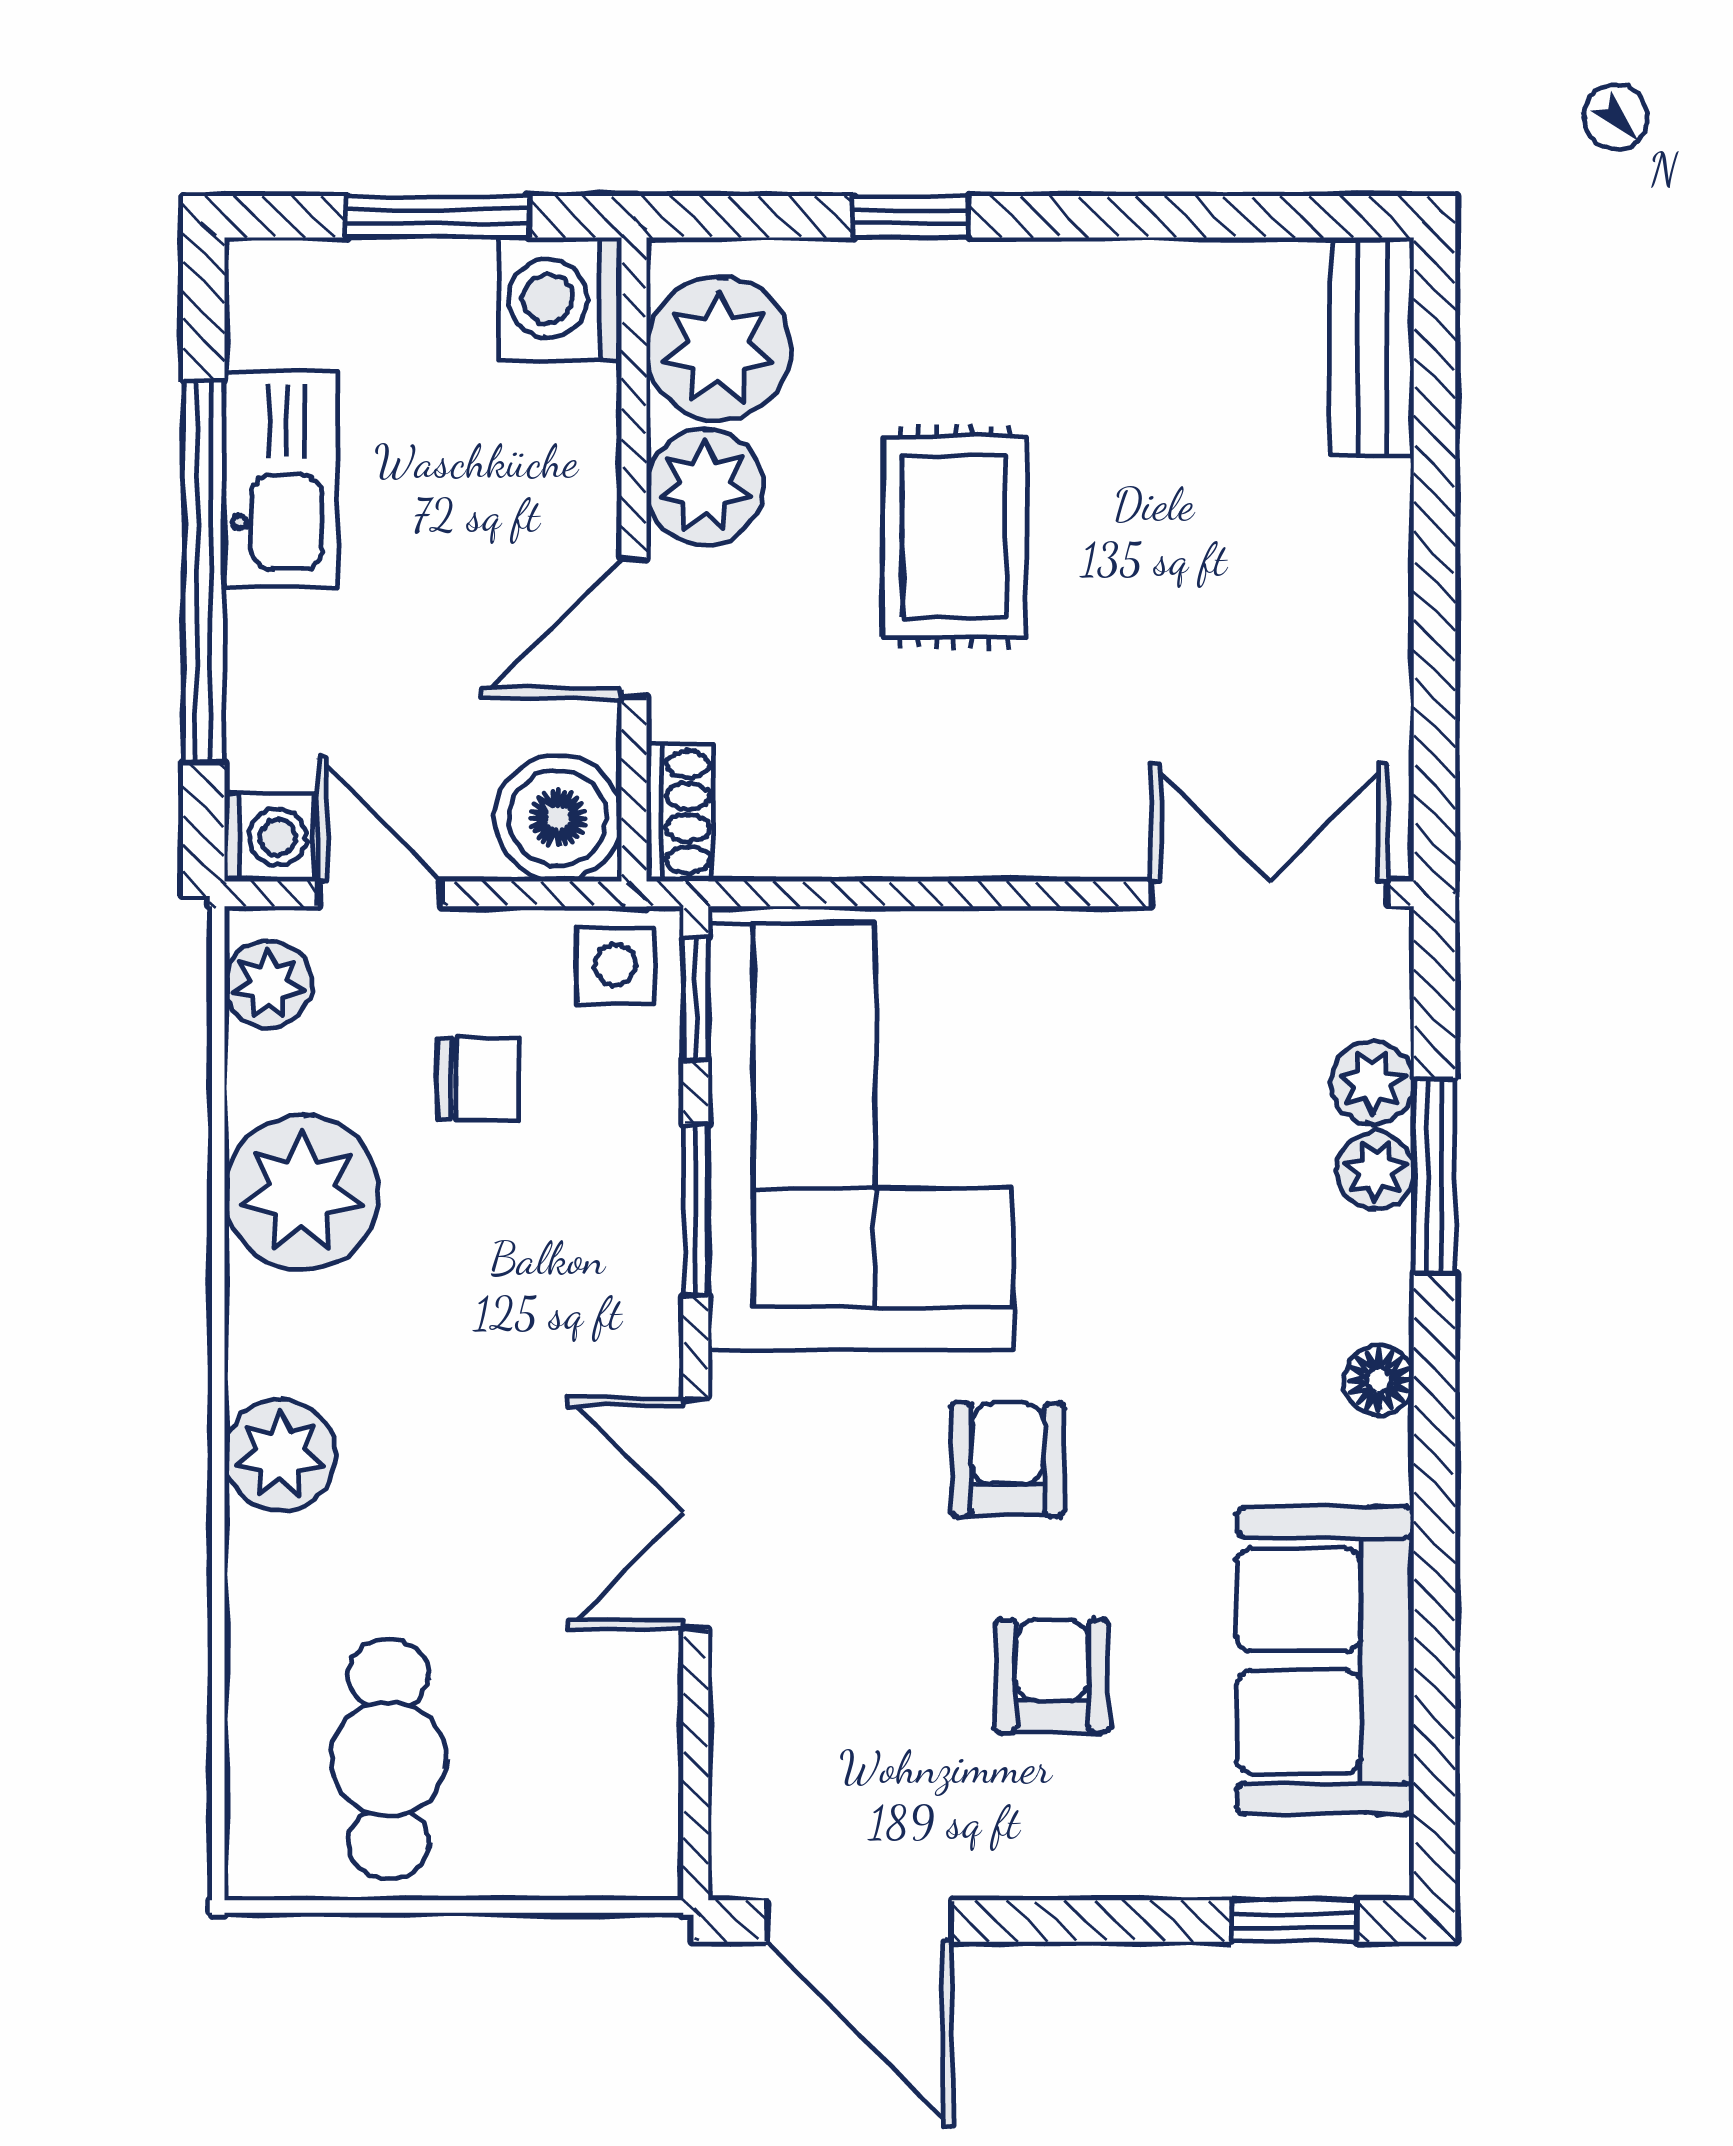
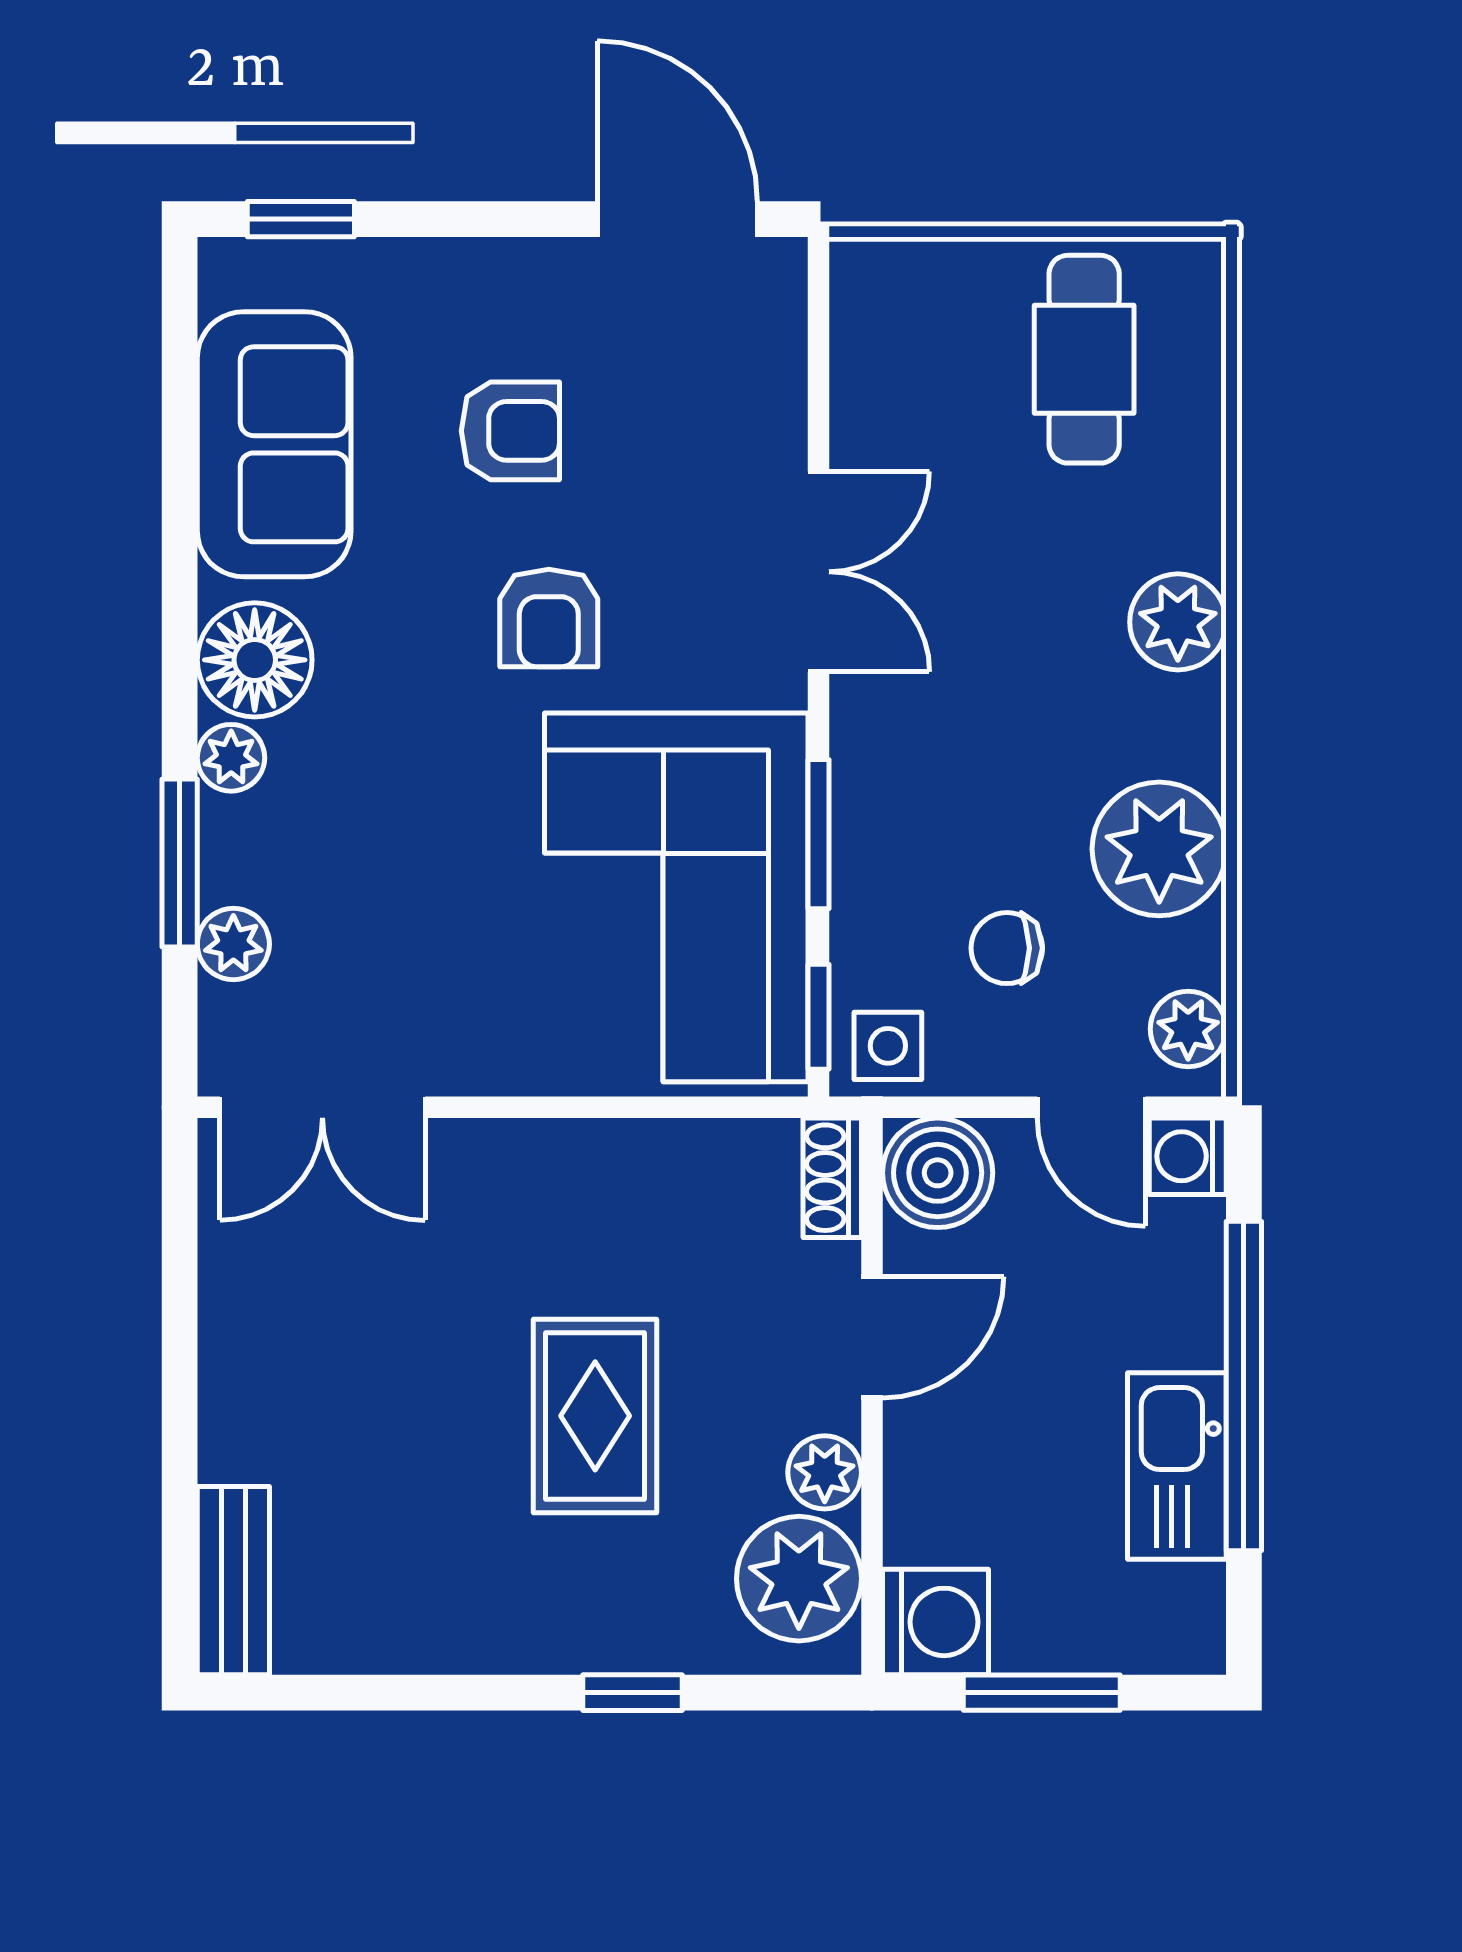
plant: (705, 487) -> (825, 1472), width x0.73, depth x0.73
plant: (1375, 1171) -> (231, 758), moved
floor lamp: (1379, 1380) -> (255, 660), width x1.89, depth x1.89
armchair: (1052, 1676) -> (510, 431), turned -90

